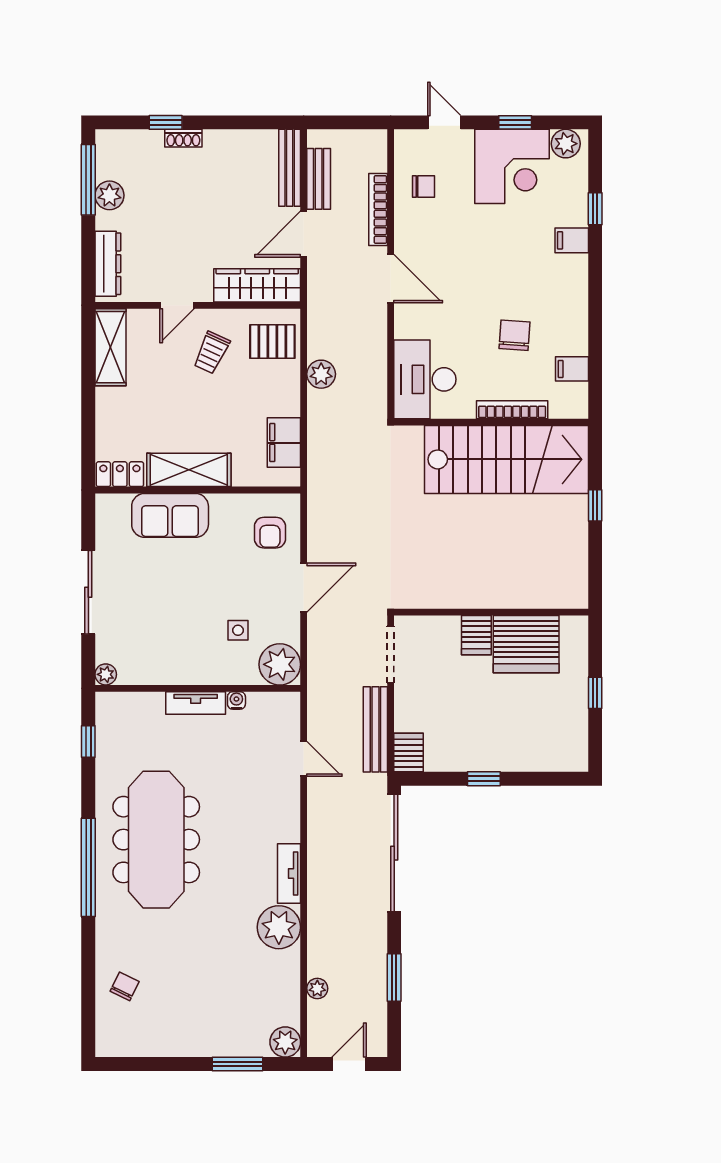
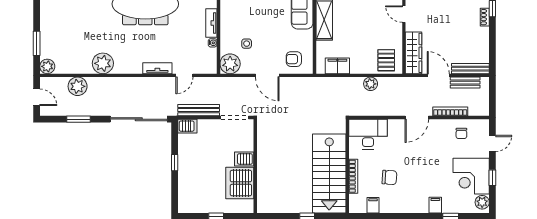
trolley: (211, 353) -> (381, 31), removed
tv unit: (289, 874) -> (157, 68), moved
plant: (317, 988) -> (78, 86), width x1.87, depth x1.87

